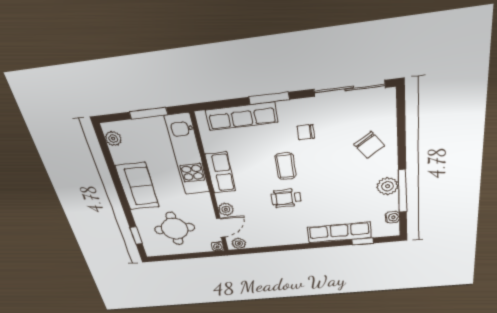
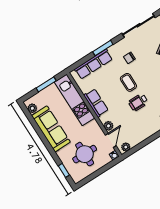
sofa: (137, 186) -> (51, 129), width x1.36

